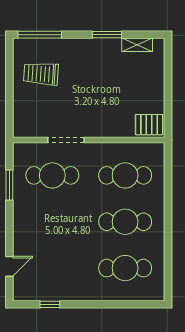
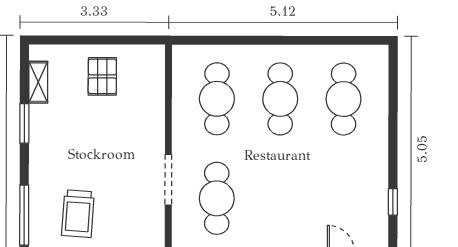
pallet: (149, 125) -> (102, 76), moved

